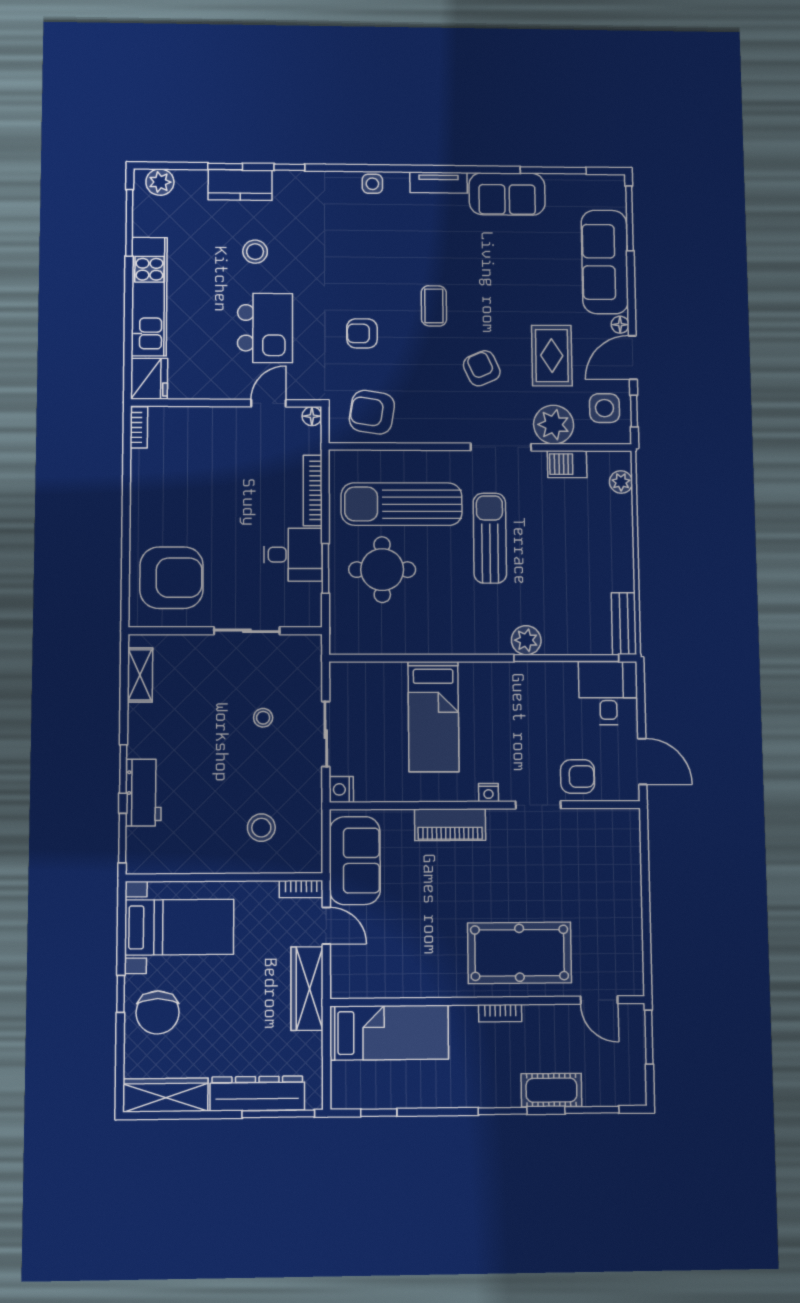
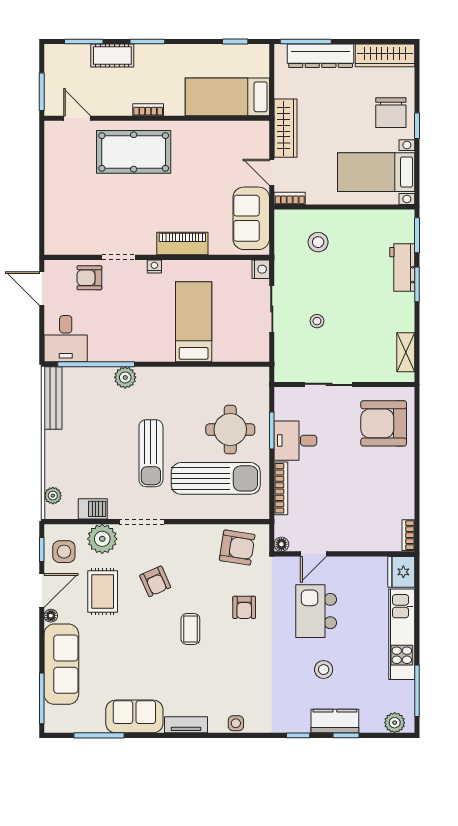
armchair: (362, 333) -> (244, 607), turned 90
bench: (624, 624) -> (53, 398), width x1.36
chair: (158, 1012) -> (391, 113), turned 180

